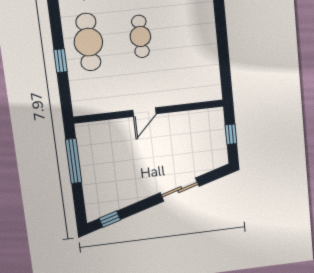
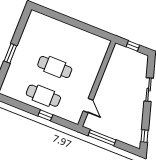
cafe table: (140, 36) -> (55, 67), width x1.37, depth x1.35
door: (144, 112) -> (88, 105), moved

